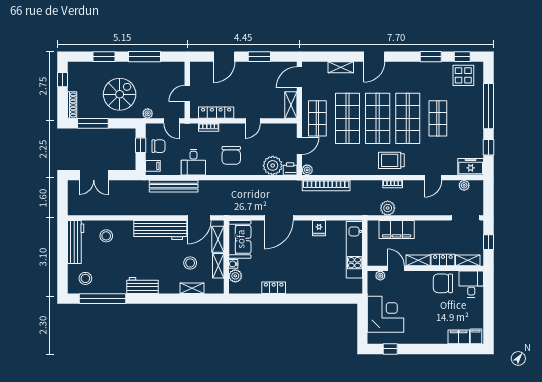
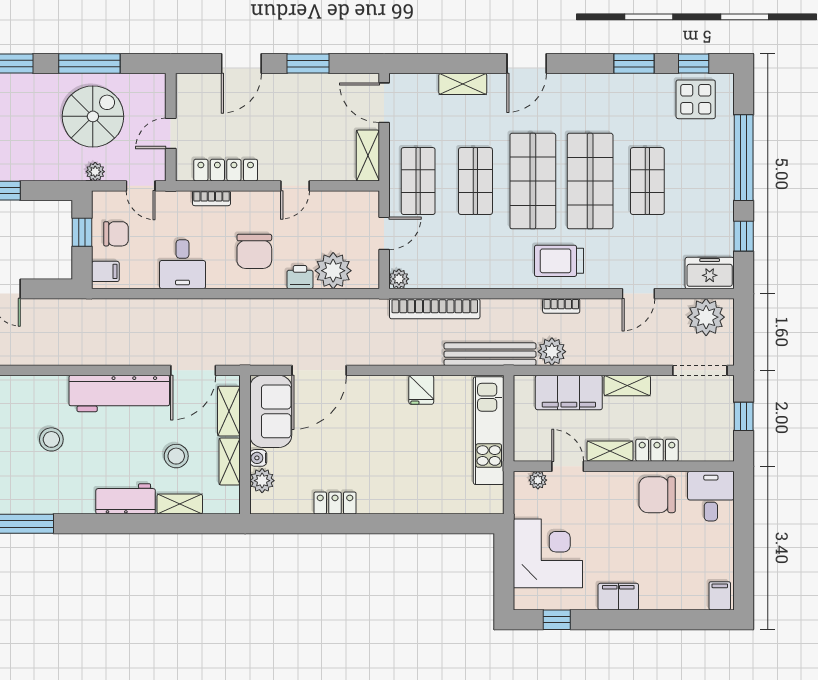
door: (299, 77) -> (384, 103), hinge flipped
spiral stairs: (120, 94) -> (93, 116), moved
shop shelf: (347, 118) -> (475, 181), width x0.70, depth x0.74
printer: (290, 169) -> (300, 277), moved
plant: (464, 185) -> (706, 317), width x1.87, depth x1.87
bench: (174, 186) -> (490, 354), moved
door: (279, 218) -> (319, 370), moved
stool: (106, 236) -> (51, 439), moved
shelving: (468, 260) -> (627, 386), moved
workbench: (142, 285) -> (126, 499), moved
filing cabinet: (459, 337) -> (618, 597), moved

